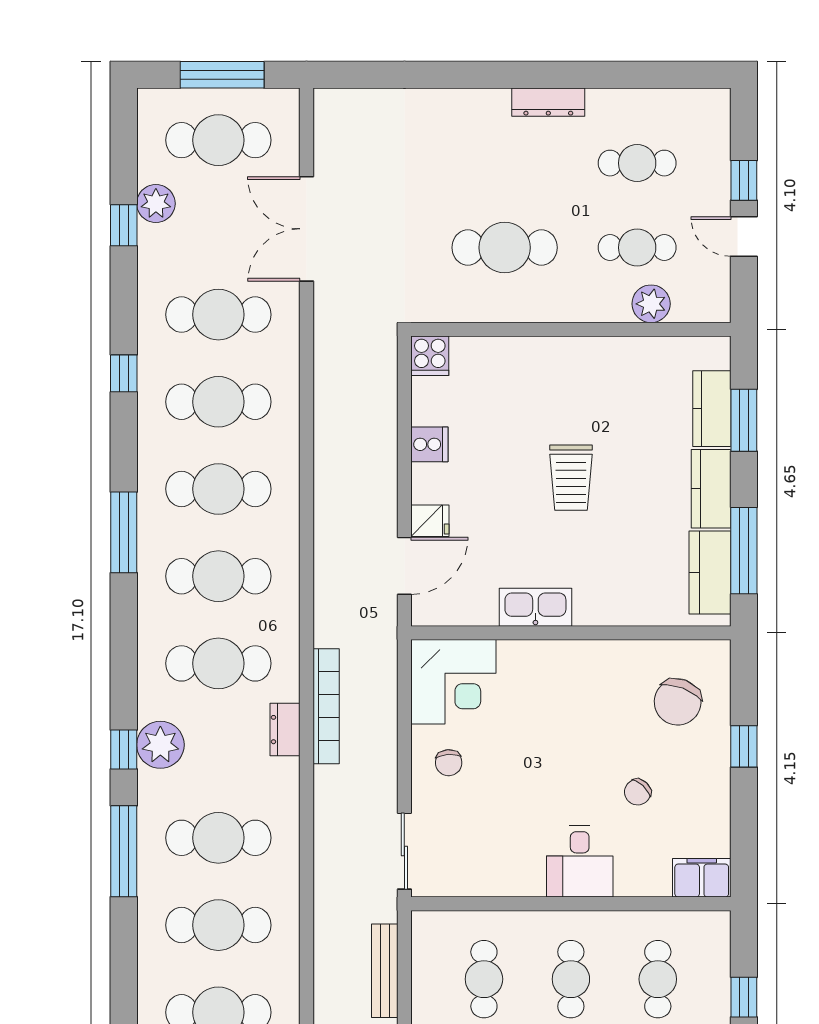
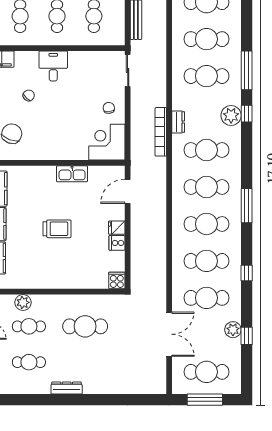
plant: (156, 204) -> (233, 330), moved
trolley: (571, 478) -> (57, 229), turned 90
fridge: (430, 521) -> (117, 228), moved

